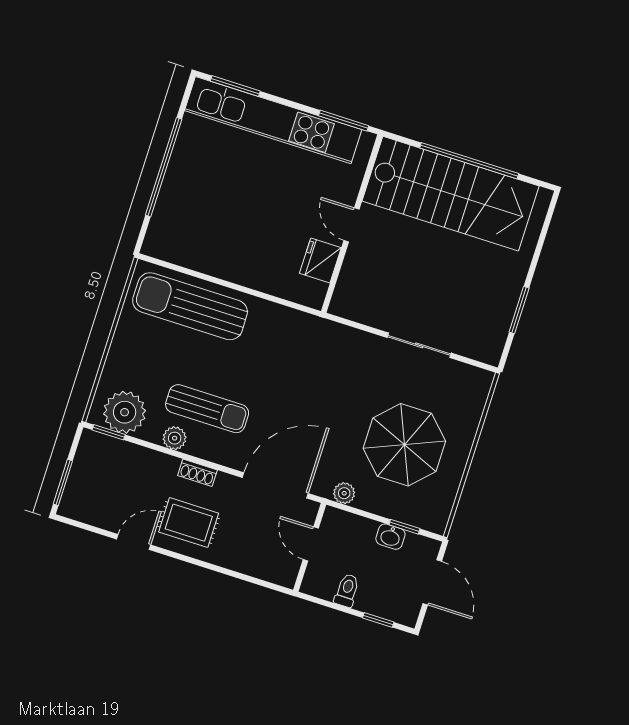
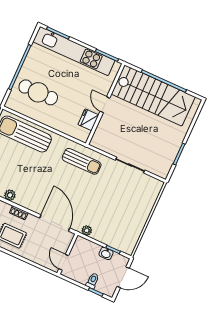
cafe table: (208, 215) -> (38, 92), added
sun lounger: (207, 409) -> (82, 161), moved
parasol: (404, 445) -> (118, 211), removed
door: (275, 485) -> (55, 223), hinge flipped
door: (311, 544) -> (64, 262), moved
door: (432, 582) -> (123, 277), hinge flipped
toilet: (347, 590) -> (92, 281), moved

